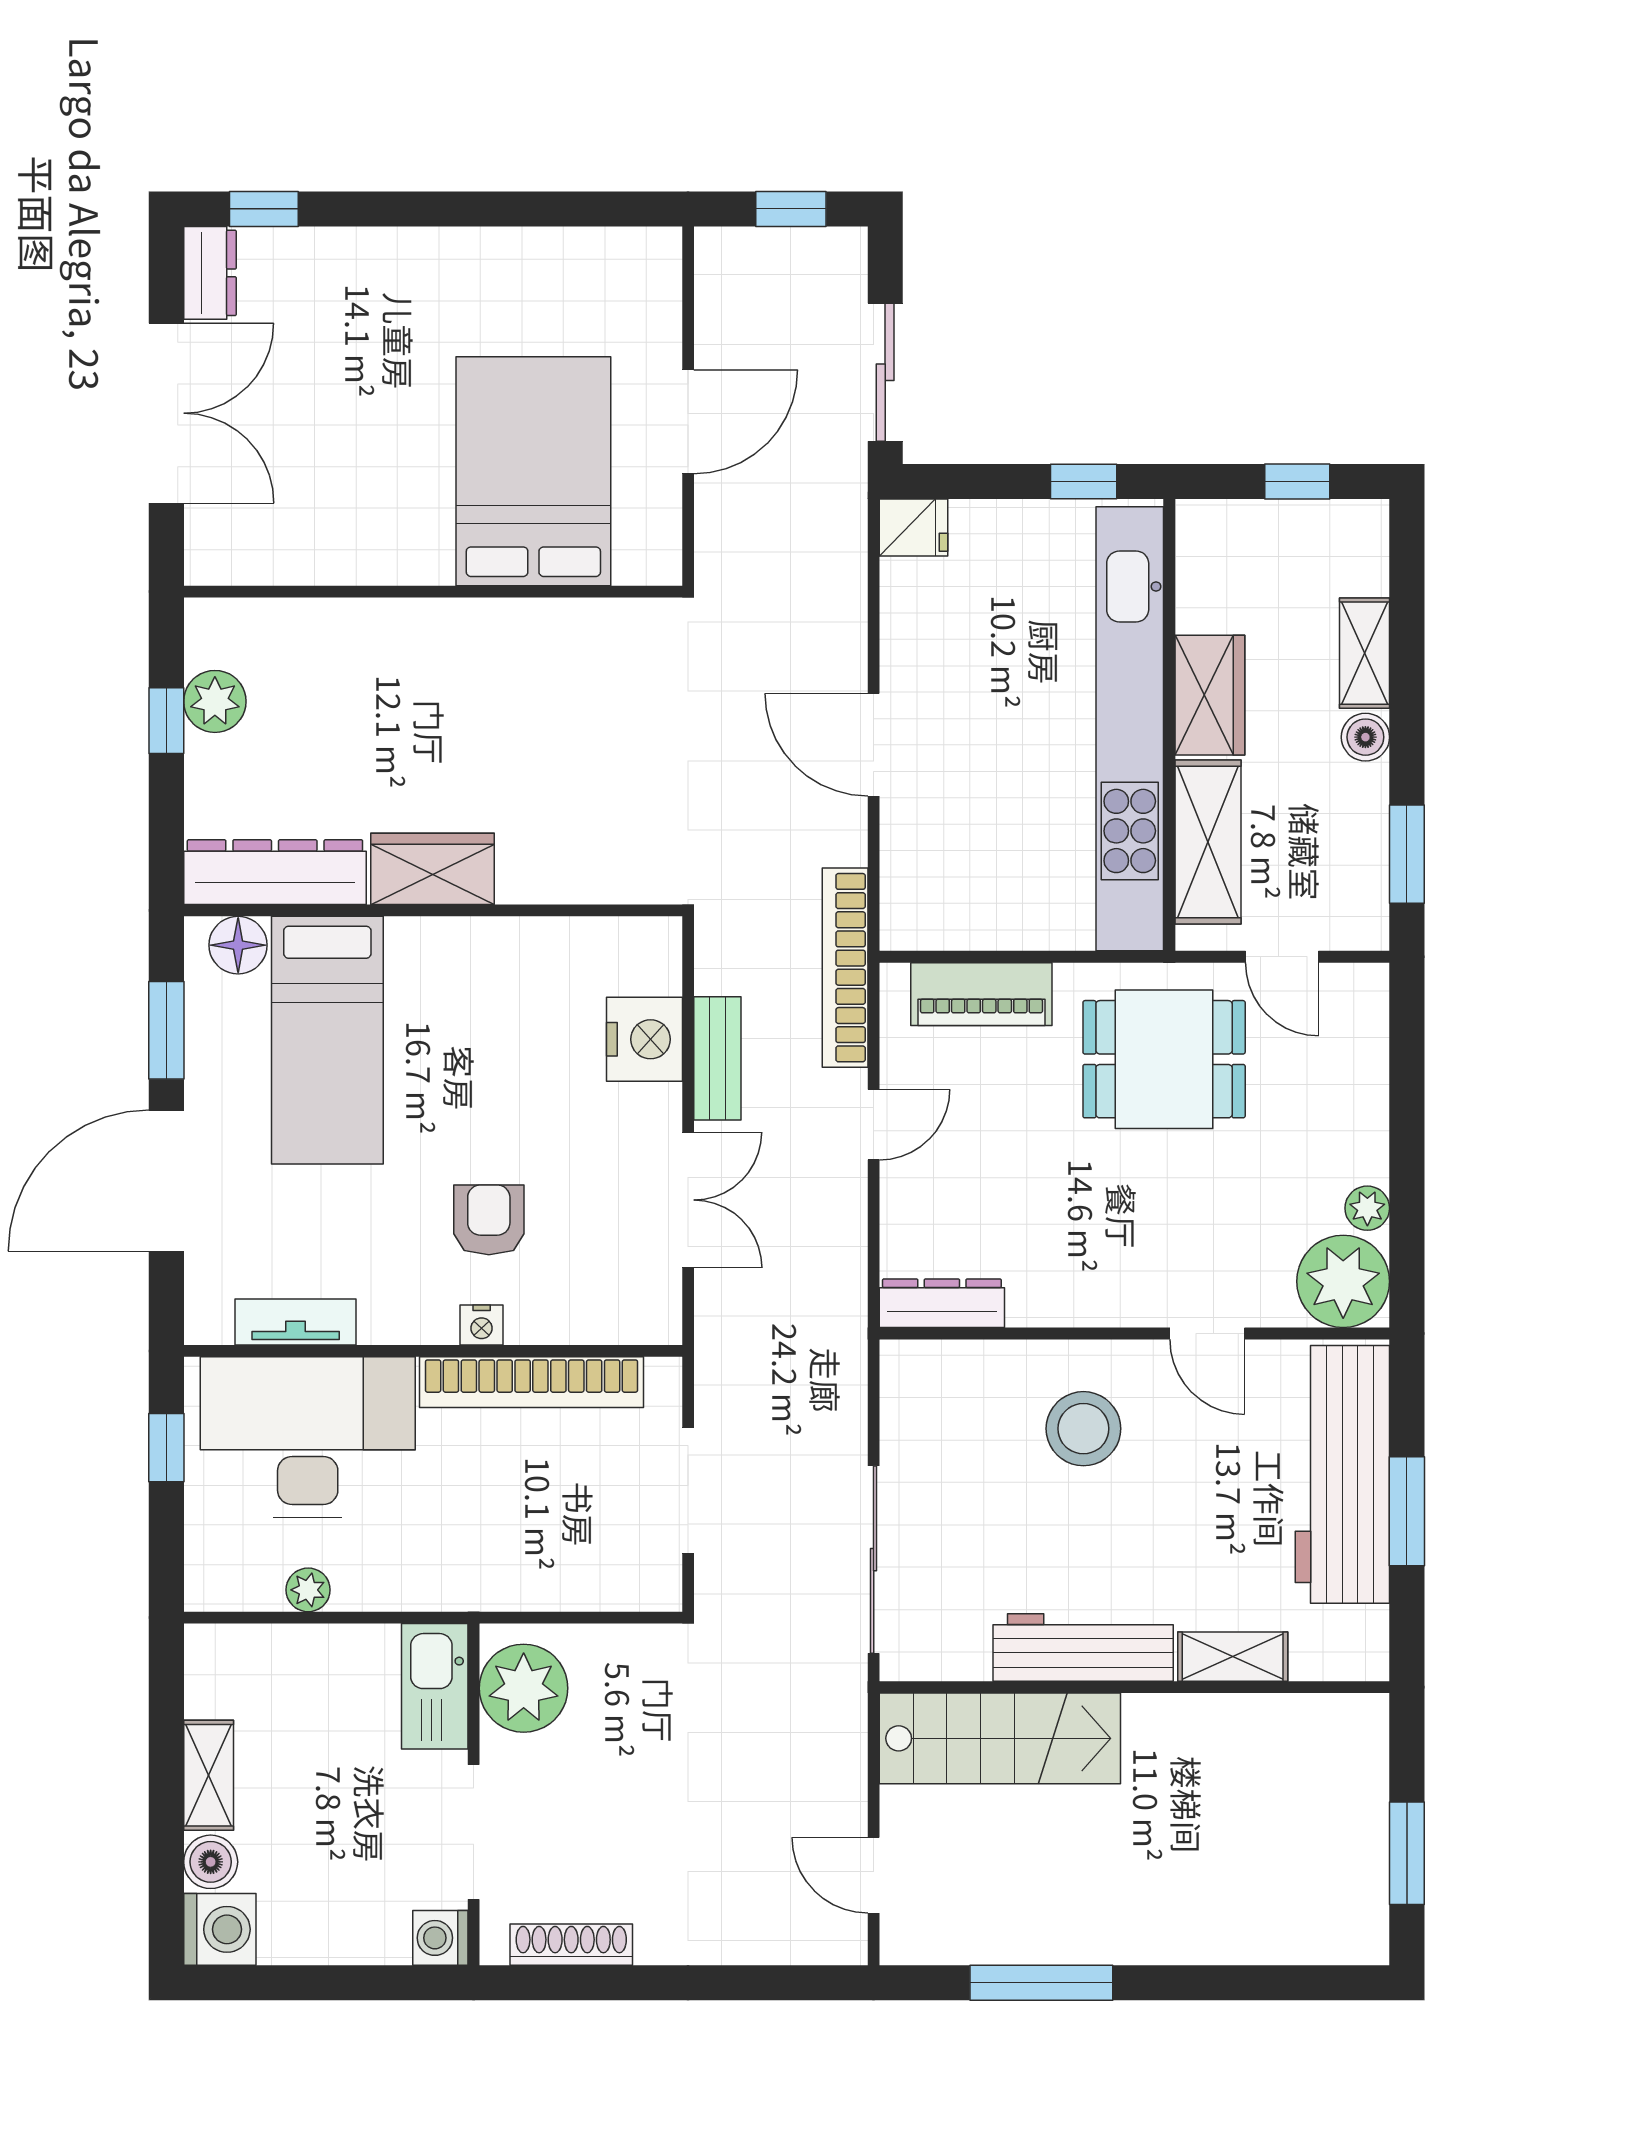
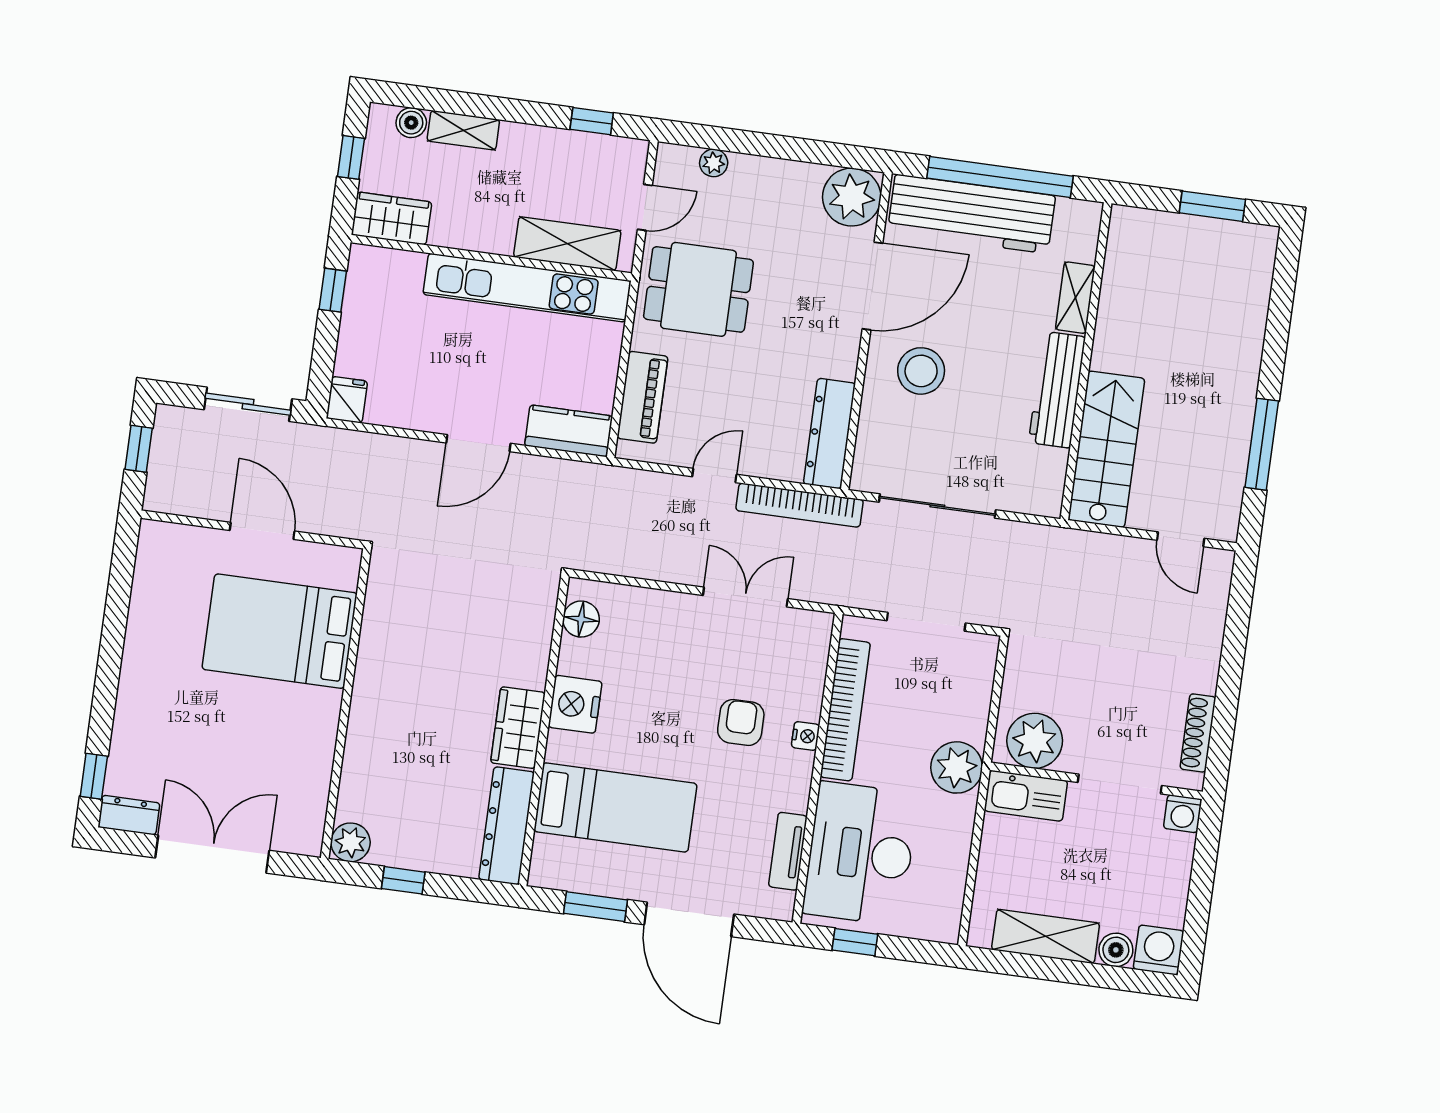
wardrobe: (1210, 695) -> (392, 218), moved
plant: (215, 701) -> (351, 842), moved
kitchen unit: (1130, 729) -> (527, 288), width x0.73
boiler: (1365, 737) -> (411, 123), moved
window: (1407, 854) -> (592, 121), width x0.67
kitchen counter: (913, 885) -> (569, 431), added
floor lamp: (238, 945) -> (581, 619), moved
bookcase: (845, 968) -> (800, 505), moved
nightstand: (644, 1039) -> (575, 704), moved, turned -90
bench: (717, 1058) -> (660, 567), removed
dining table: (1164, 1059) -> (698, 289), turned 90
door: (874, 1125) -> (714, 475), hinge flipped
plant: (1367, 1208) -> (714, 163), moved
armchair: (489, 1220) -> (741, 722), turned 90
dresser: (942, 1303) -> (829, 434), width x1.37, depth x1.24
door: (1207, 1334) -> (873, 286), width x1.88
window: (1407, 1511) -> (1000, 177), width x2.11
sliding door: (874, 1560) -> (937, 506), moved
plant: (308, 1590) -> (957, 767), moved, width x1.88, depth x1.88
shelving: (209, 1775) -> (1046, 936), width x1.50, depth x1.33
door: (874, 1875) -> (1181, 539), hinge flipped

